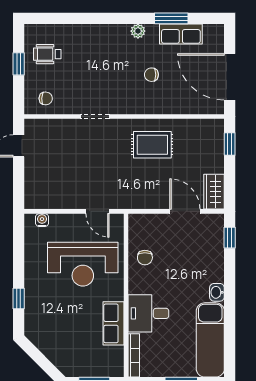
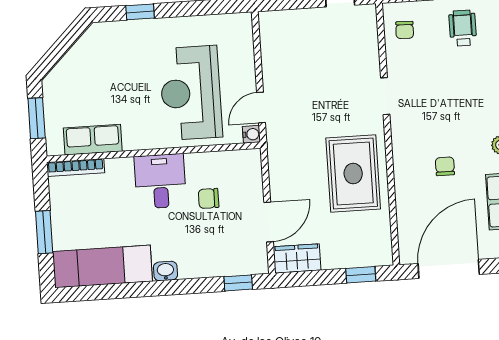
rug: (152, 145) -> (353, 173), width x1.36, depth x1.43
water cooler: (42, 220) -> (251, 134), moved
chair: (145, 258) -> (209, 198), moved
desk: (148, 313) -> (160, 181), moved
row of seats: (113, 323) -> (93, 140), moved

